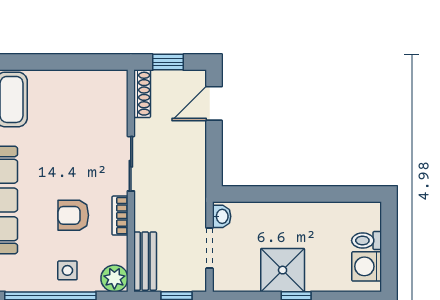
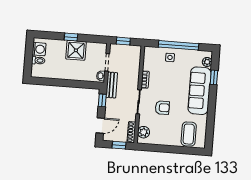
window: (214, 161) -> (102, 100), added
armchair: (73, 215) -> (162, 108), moved
bench: (145, 261) -> (112, 85), moved
plant: (114, 278) -> (144, 132), moved

